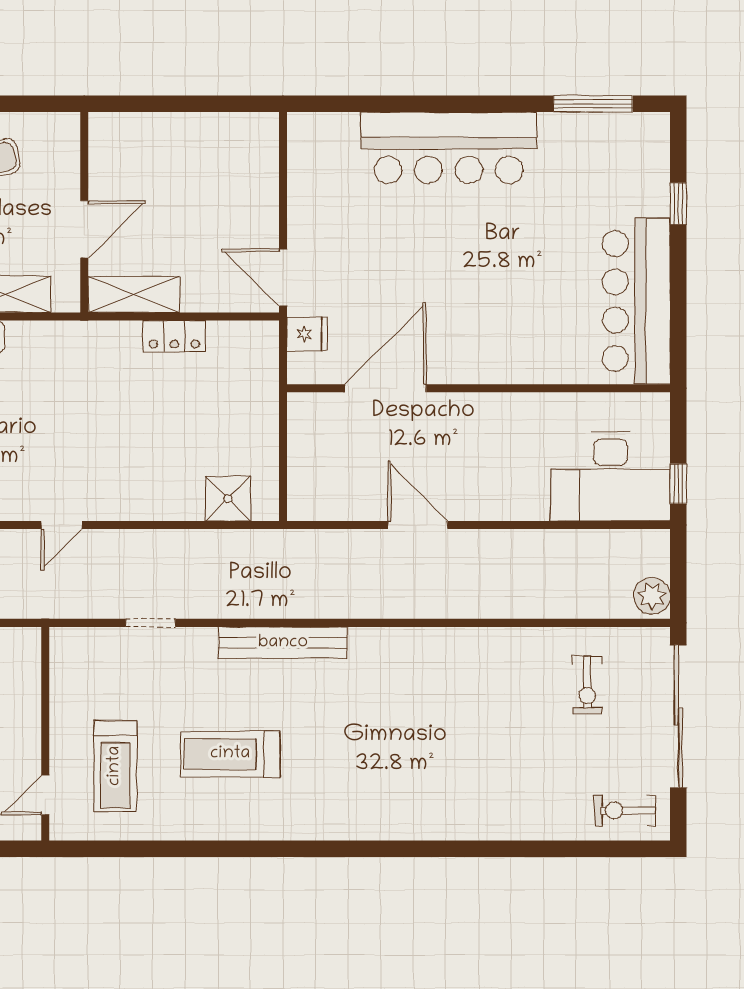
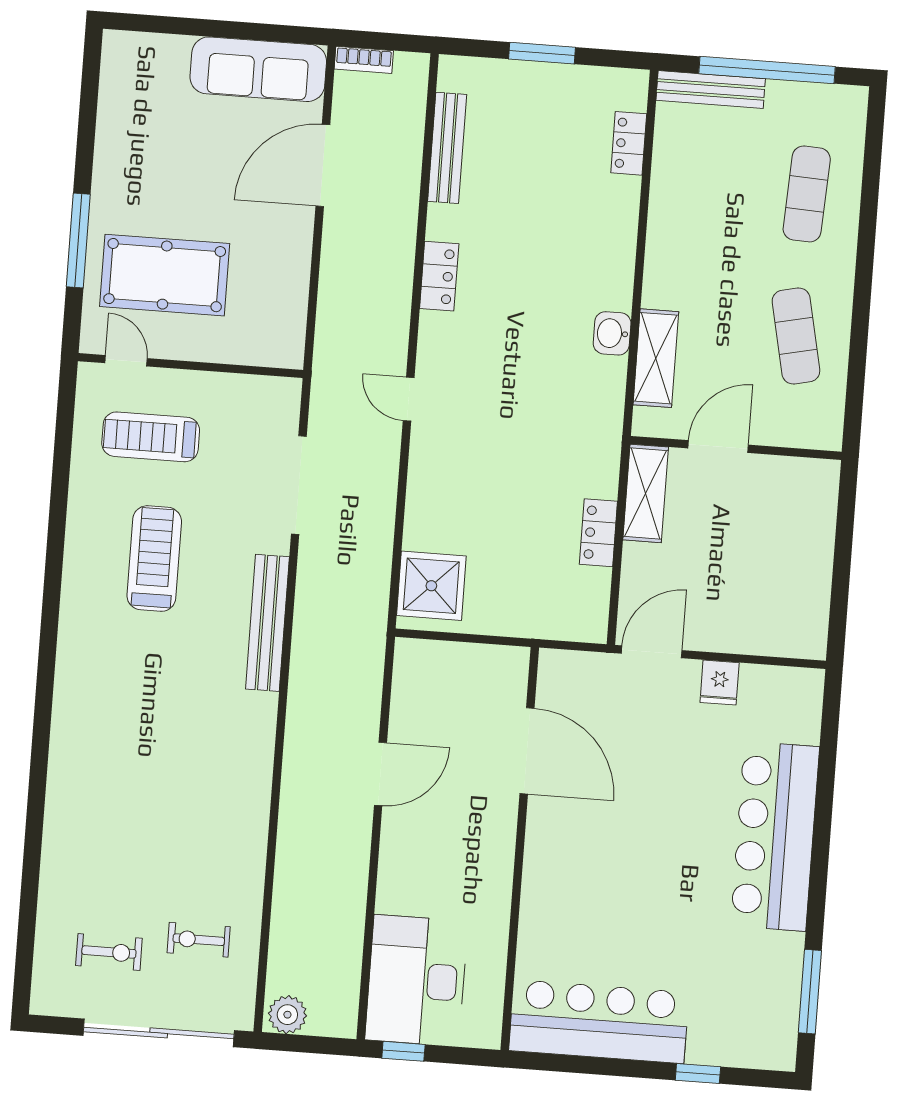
door: (84, 229) -> (718, 447), swing flipped
fridge: (307, 334) -> (720, 683), moved
shower: (228, 499) -> (431, 586), width x1.36, depth x1.36
doorway: (150, 623) -> (299, 485), width x1.88
exercise bike: (625, 811) -> (109, 952), moved, turned 90

